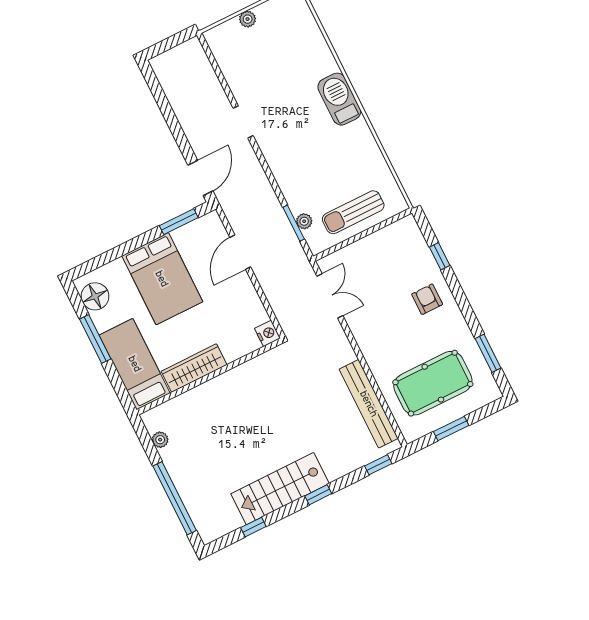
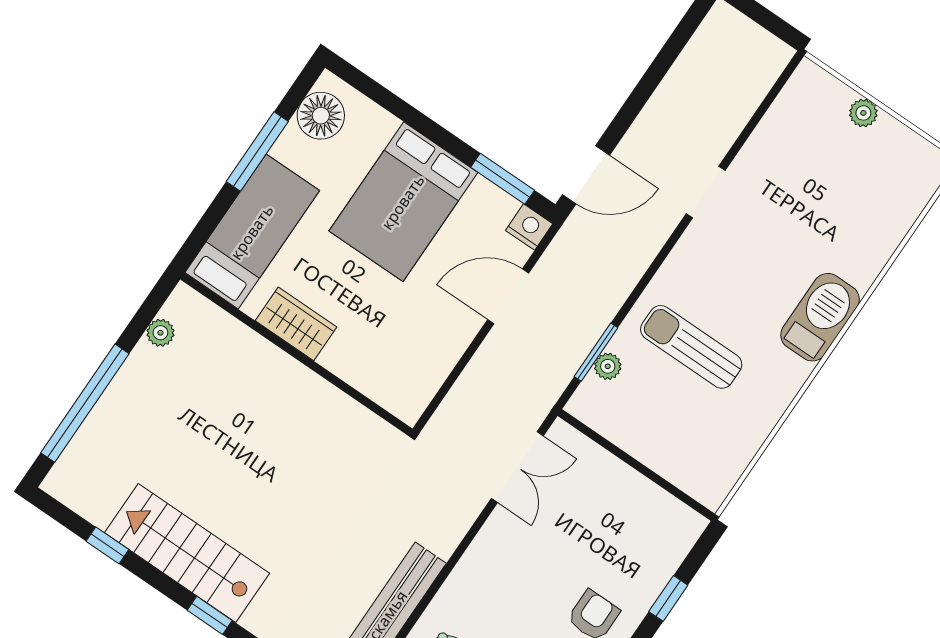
sun lounger: (353, 212) -> (691, 347), moved
nightstand: (267, 333) -> (529, 227), moved, turned -90
wardrobe: (194, 368) -> (296, 324), width x0.67

